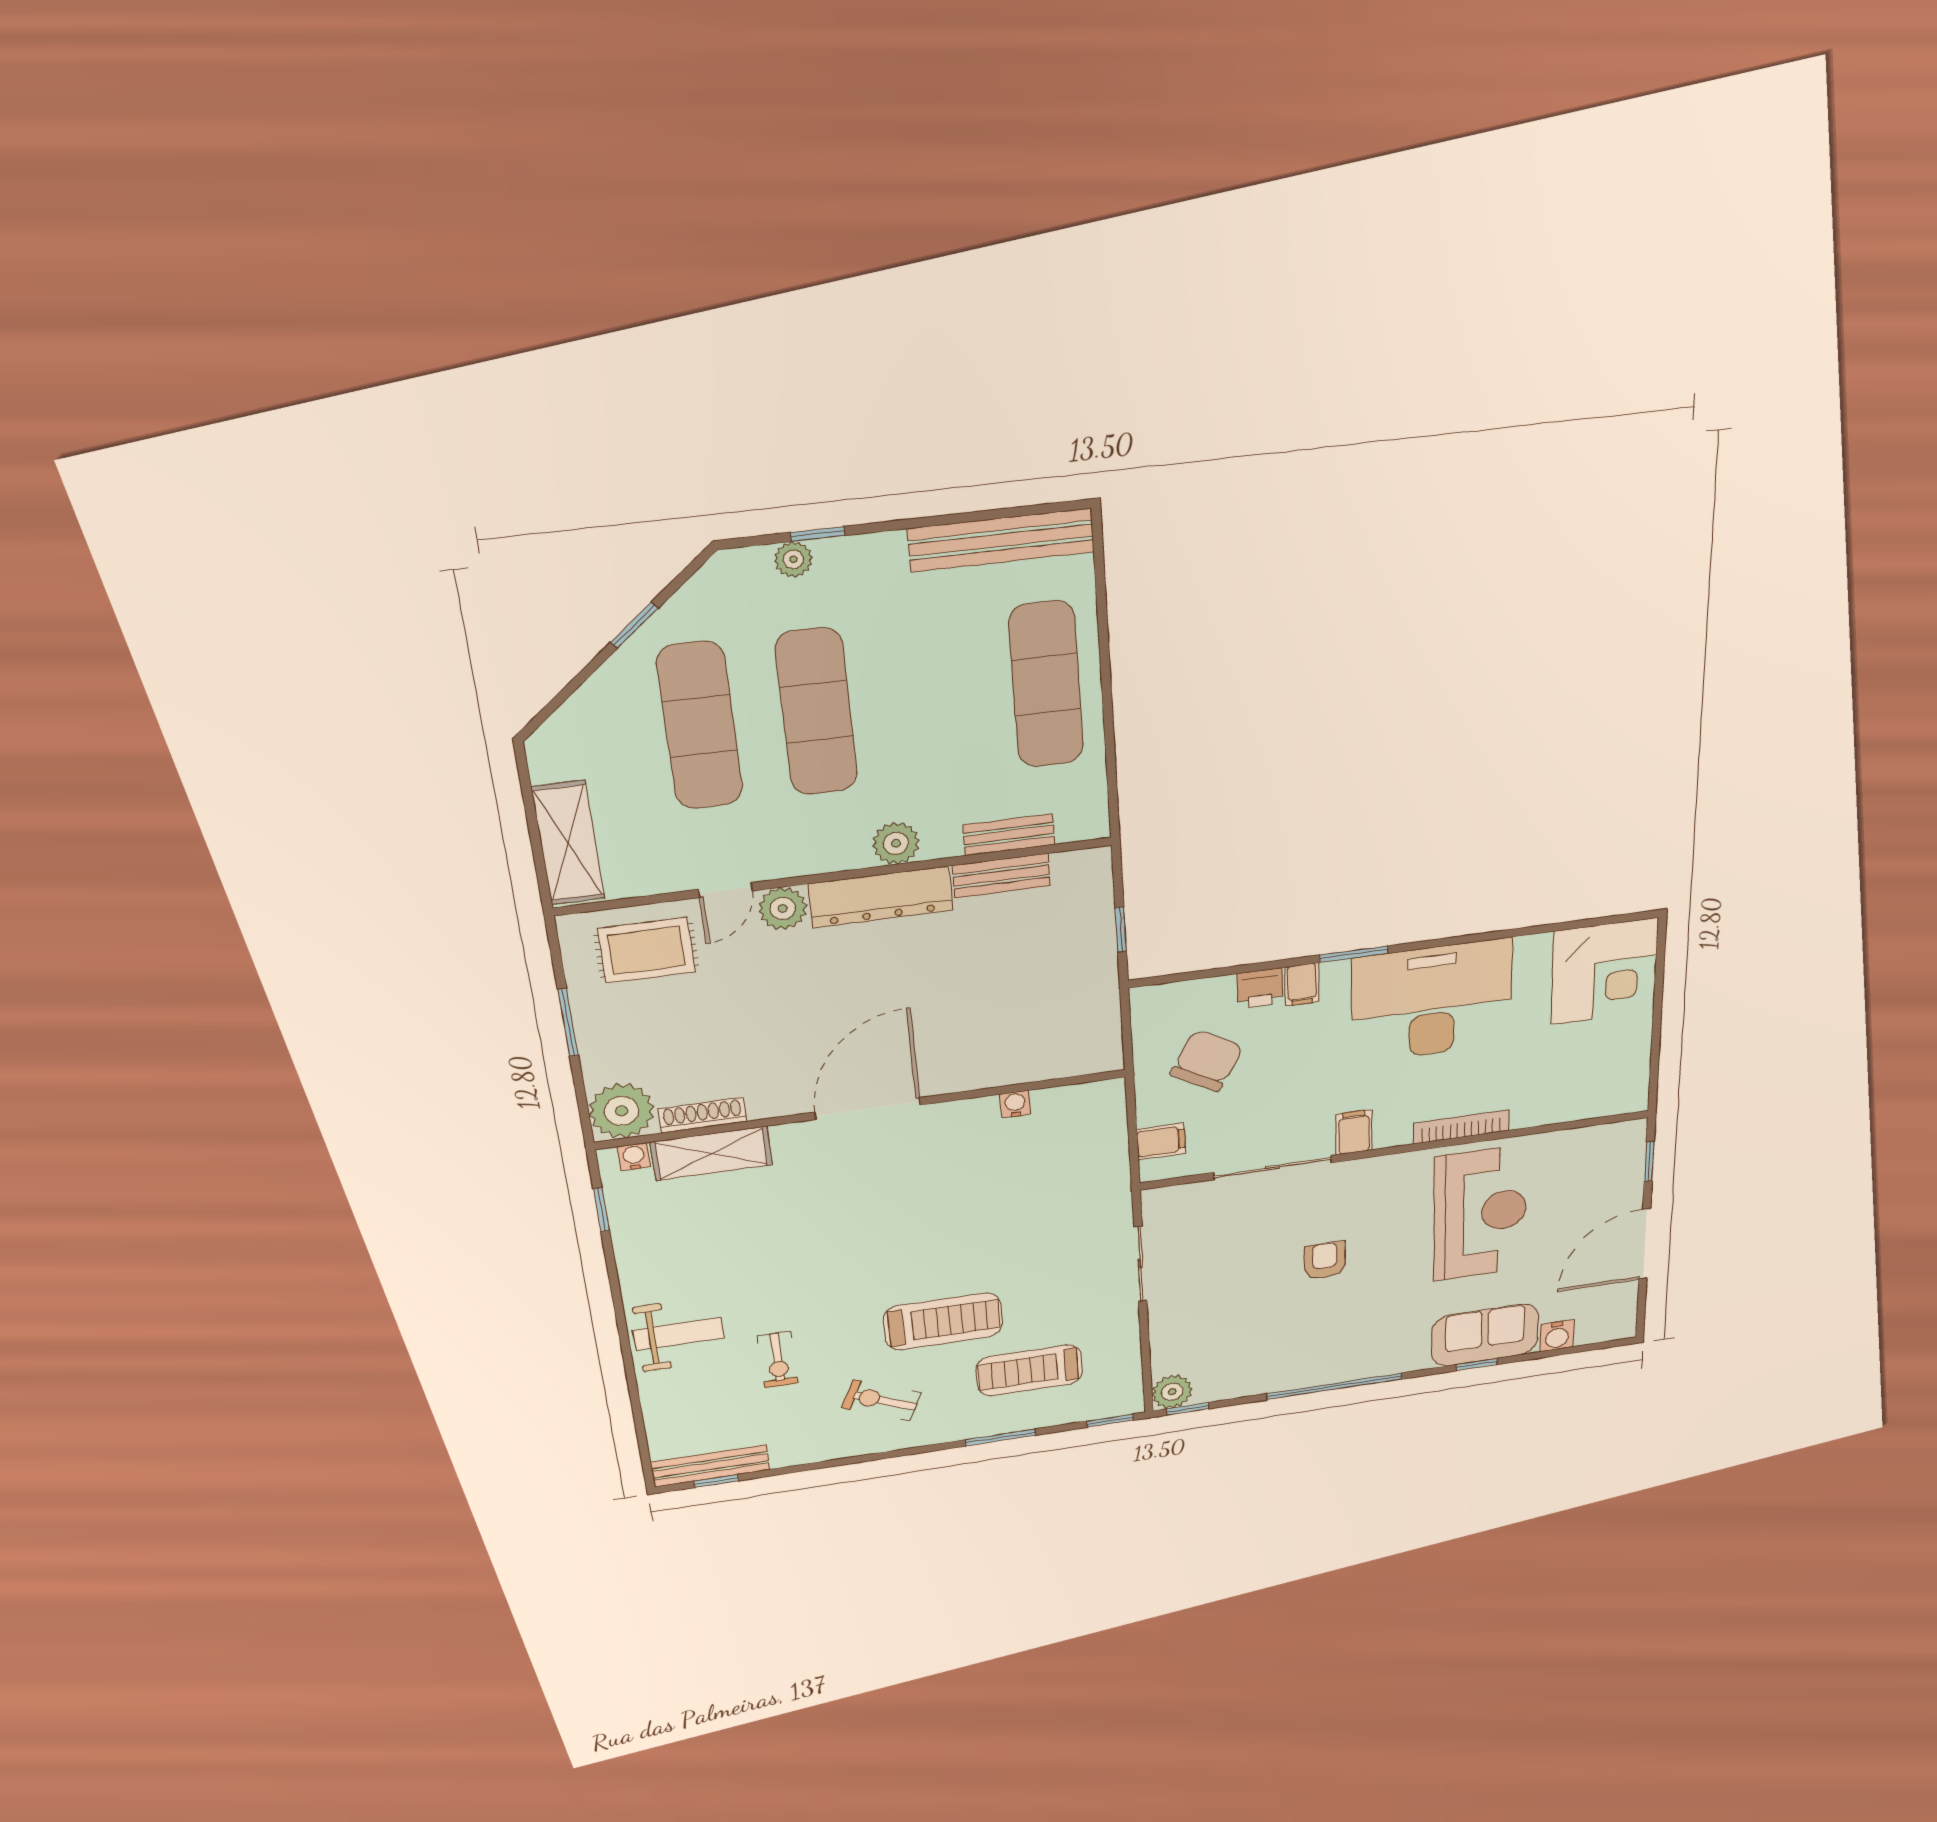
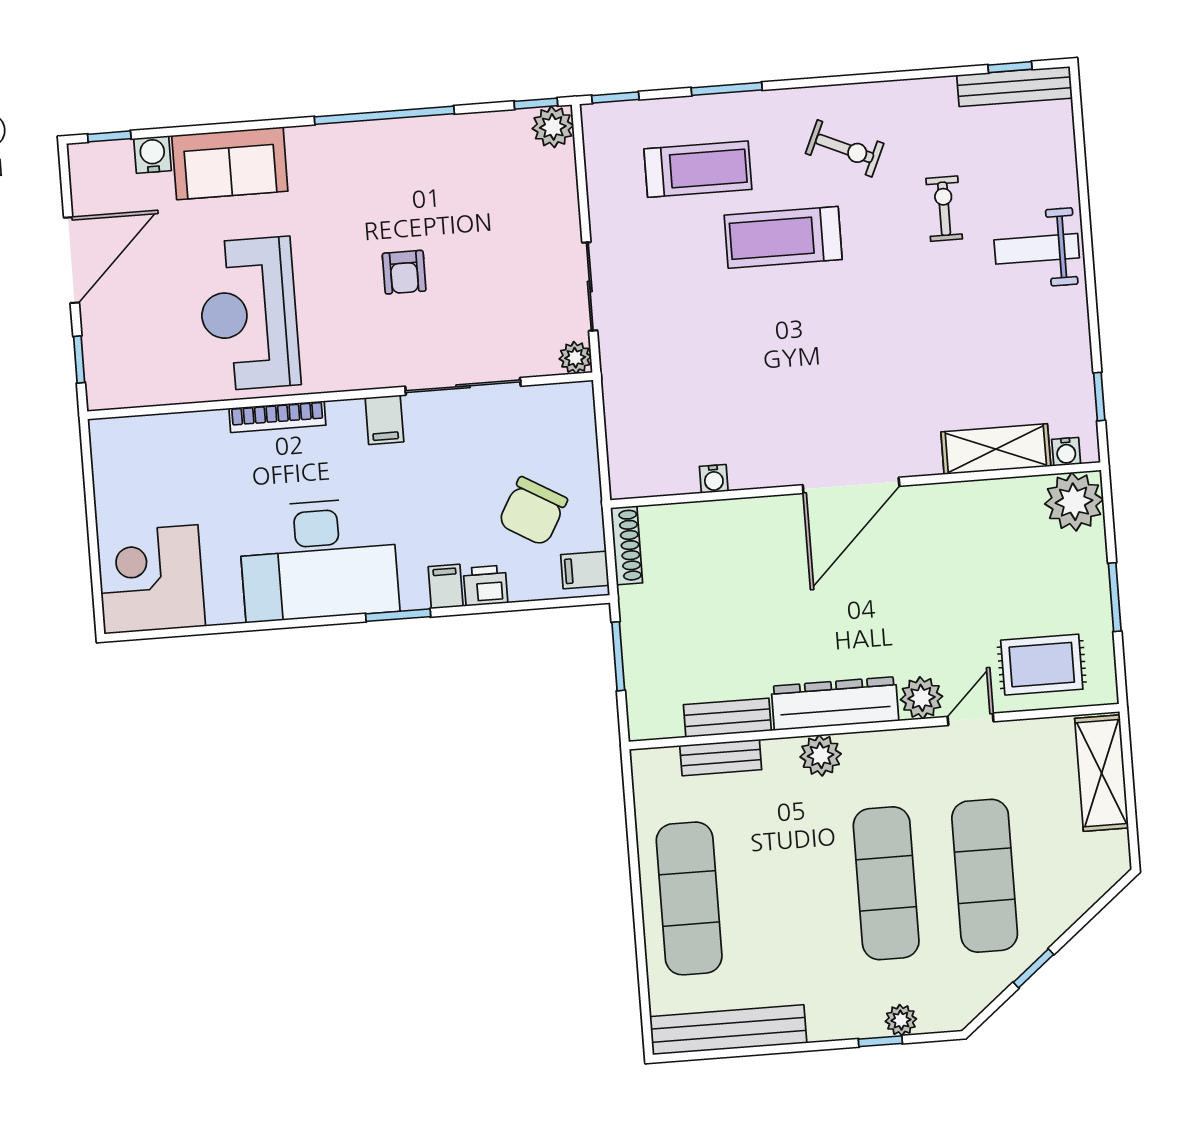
window: (1121, 929) -> (618, 656), width x1.50
shoe rack: (703, 1115) -> (627, 545), moved, turned -90
filing cabinet: (1161, 1141) -> (585, 570), moved
plant: (1157, 1201) -> (575, 358), added
window: (1477, 1365) -> (109, 136), moved

